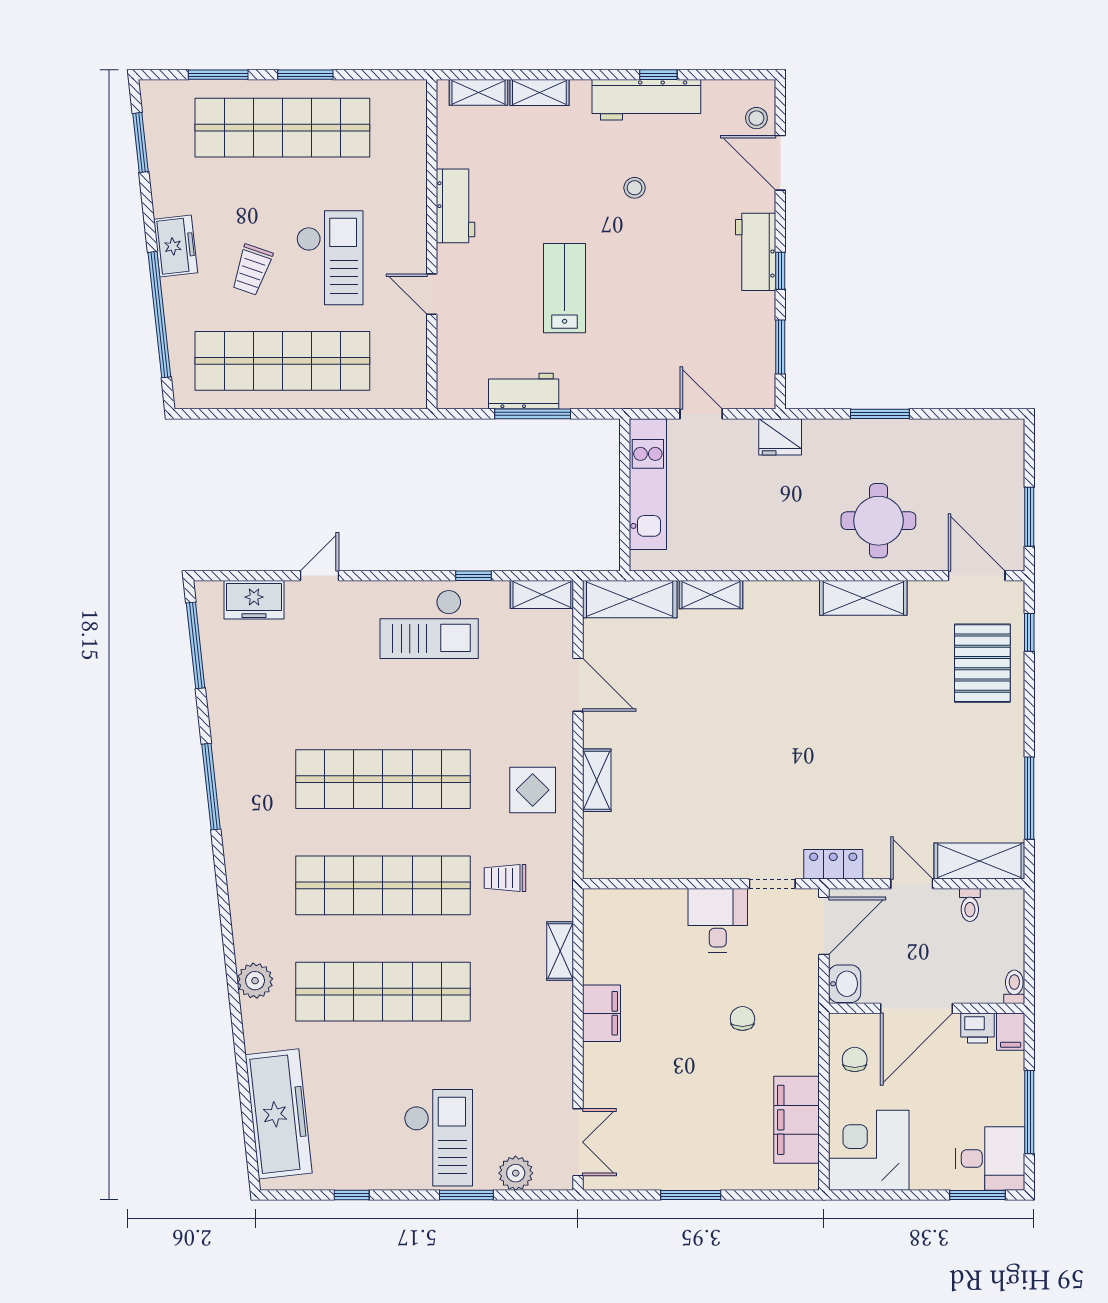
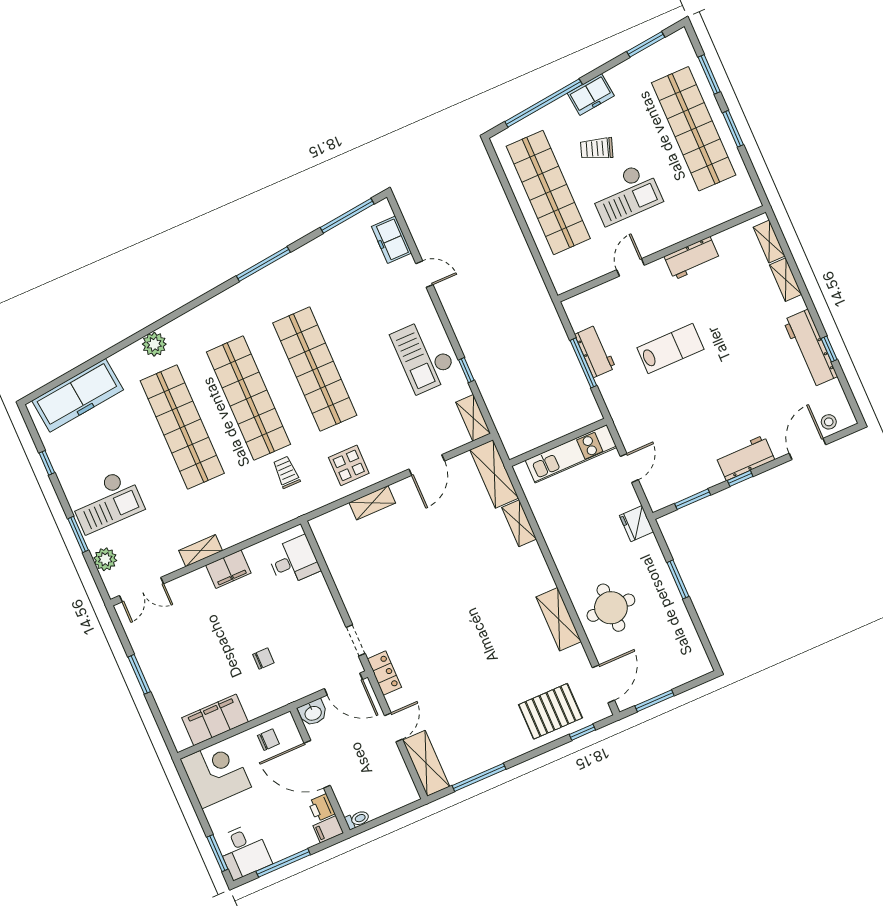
stool: (635, 188) -> (752, 365), removed
toilet: (970, 905) -> (396, 769), removed
desk: (718, 920) -> (294, 561), moved
shelving: (560, 951) -> (201, 551), moved

